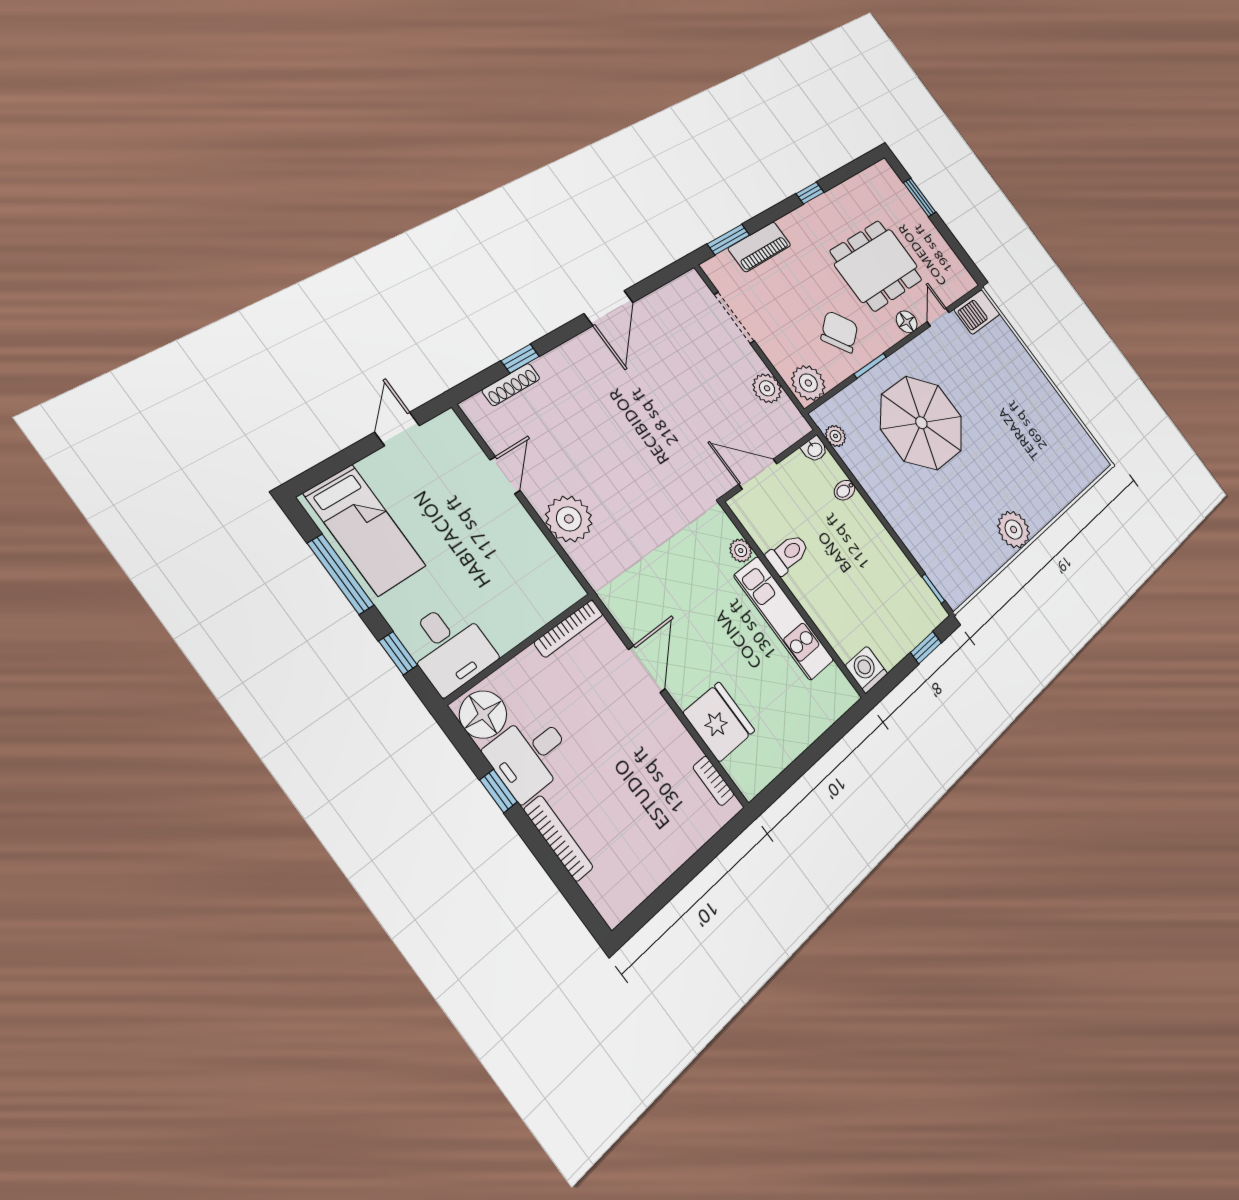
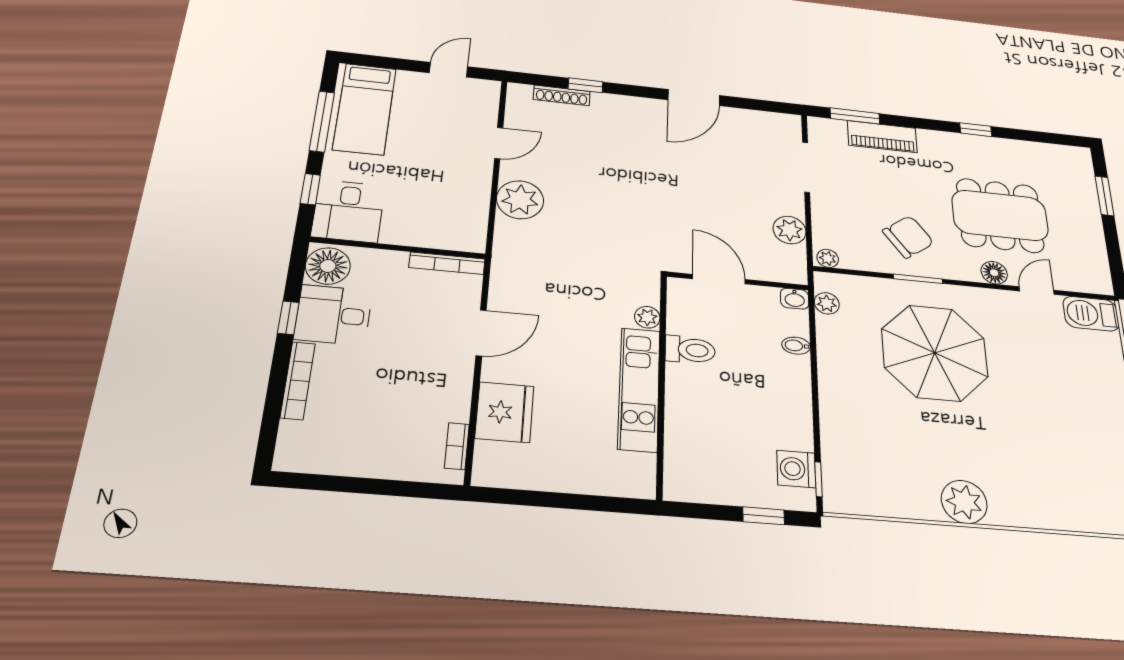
plant: (808, 383) -> (828, 258), width x0.53, depth x0.53
washing machine: (866, 670) -> (796, 469), moved, turned -90

